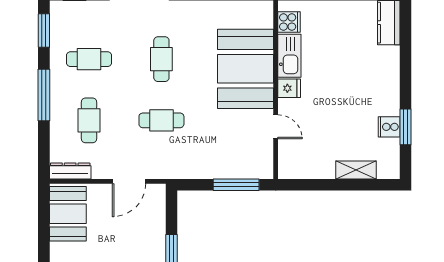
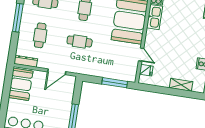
fridge: (289, 88) -> (146, 70), moved

